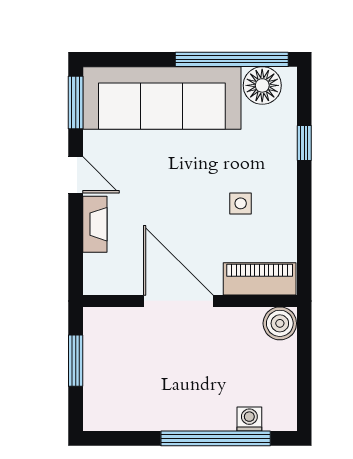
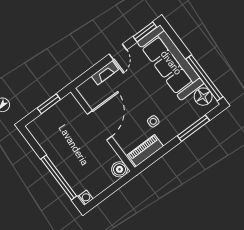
window: (304, 143) -> (193, 128), width x2.17
piano: (260, 279) -> (145, 150), moved, turned -90
washing machine: (249, 419) -> (85, 198), moved

